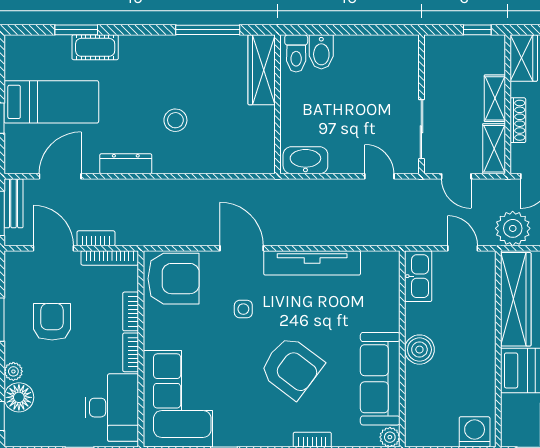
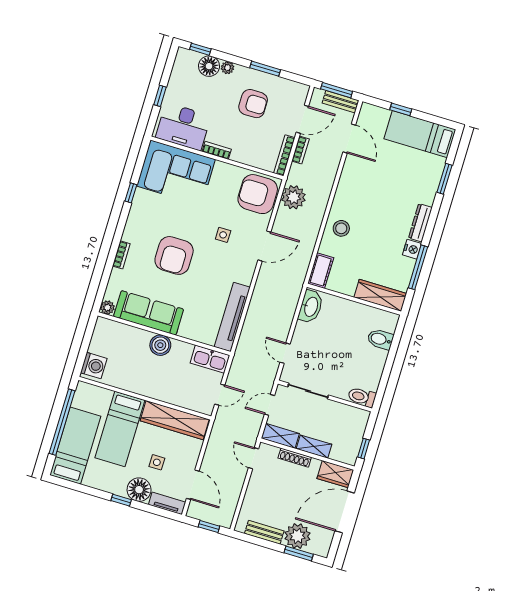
nightstand: (186, 46) -> (412, 249), added
cot: (95, 47) -> (321, 271), moved
toilet: (296, 53) -> (362, 397), moved
bed: (51, 102) -> (420, 134), moved, turned 90
stool: (175, 120) -> (341, 228), moved
dresser: (126, 164) -> (420, 223), moved, turned 180
door: (379, 176) -> (285, 353), swing flipped
plant: (513, 228) -> (293, 197), moved
tv unit: (312, 263) -> (232, 317), moved
armchair: (173, 279) -> (258, 194), turned 90
bookcase: (131, 311) -> (244, 159), removed
armchair: (291, 367) -> (174, 255), turned -37

